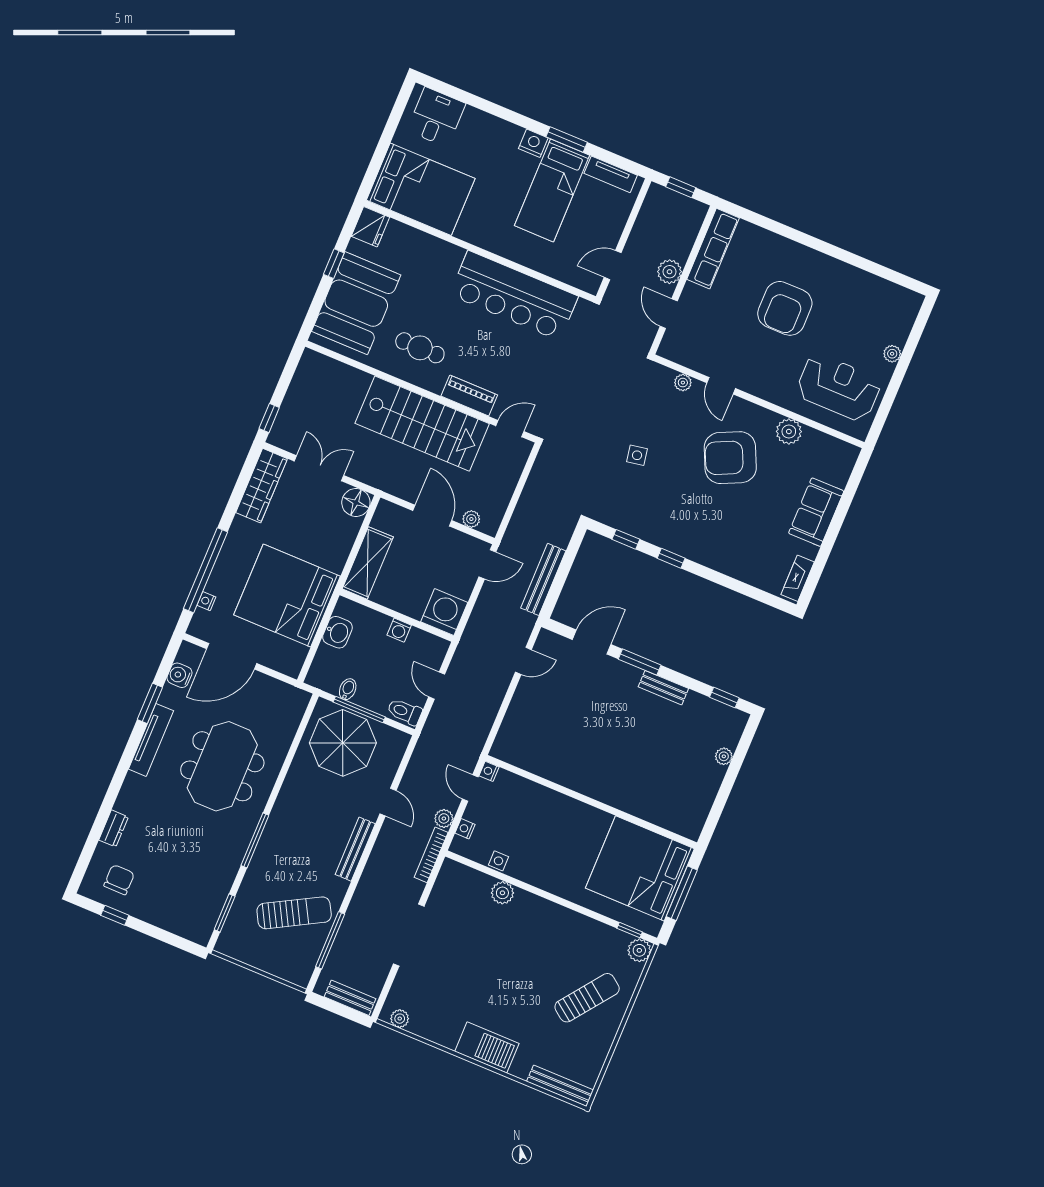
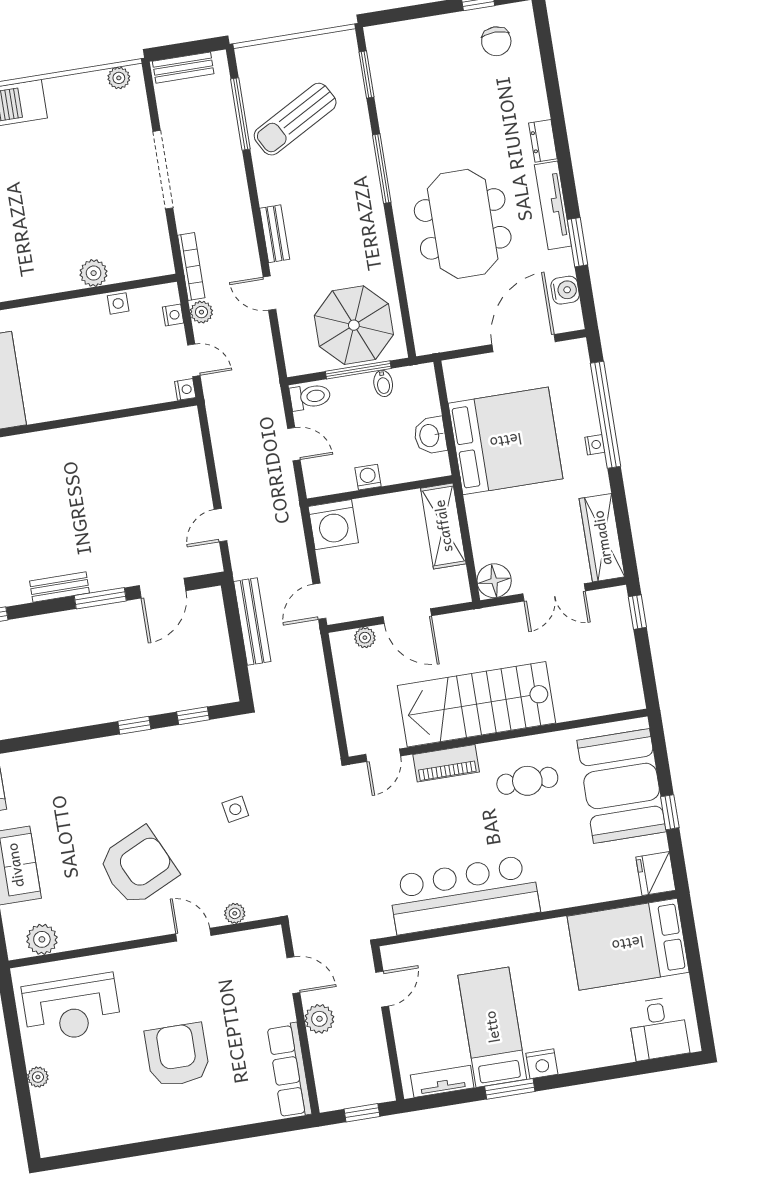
plant: (789, 432) -> (42, 939), moved
nightstand: (206, 601) -> (595, 445), moved
dresser: (114, 828) -> (543, 141), moved
bench: (355, 849) -> (275, 234), width x0.73

